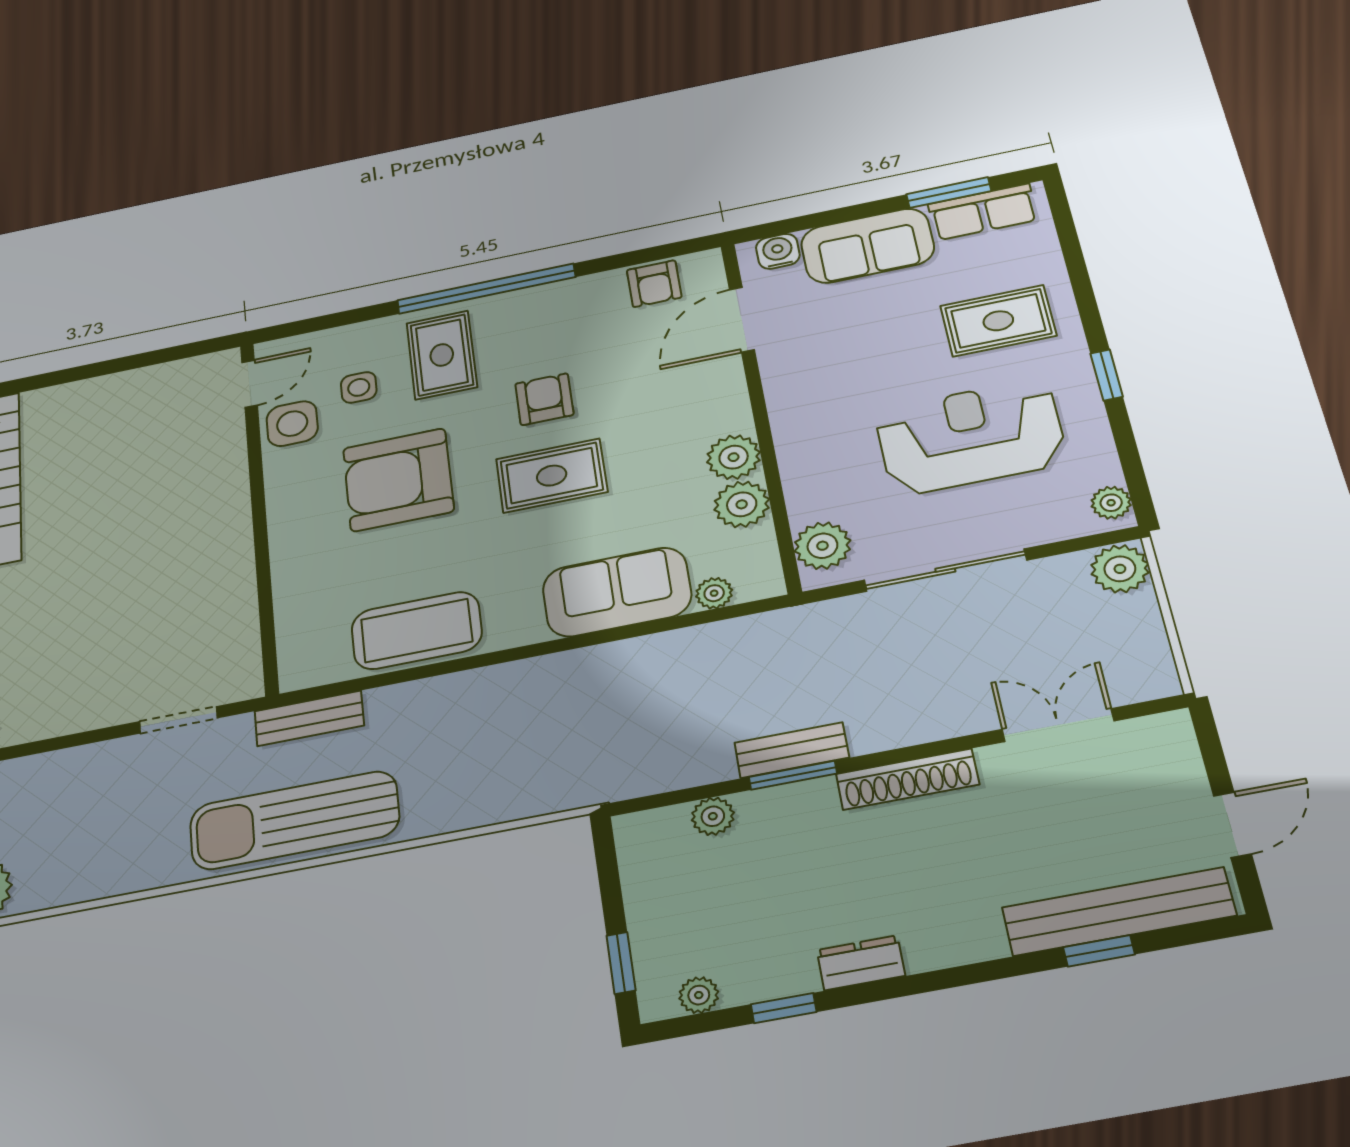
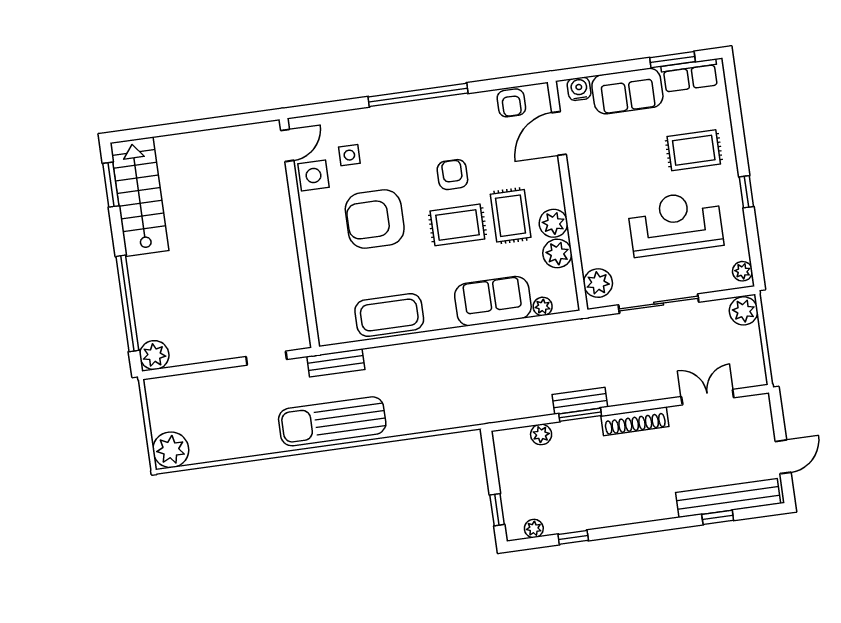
rug: (442, 355) -> (511, 216), moved
dresser: (861, 963) -> (609, 517), removed

